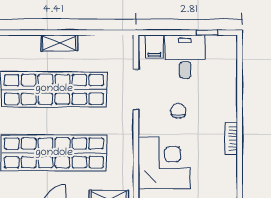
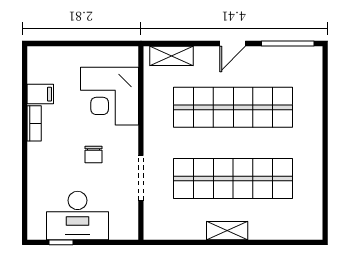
filing cabinet: (155, 47) -> (40, 94), moved, turned 90
desk: (185, 56) -> (77, 216), width x1.37

